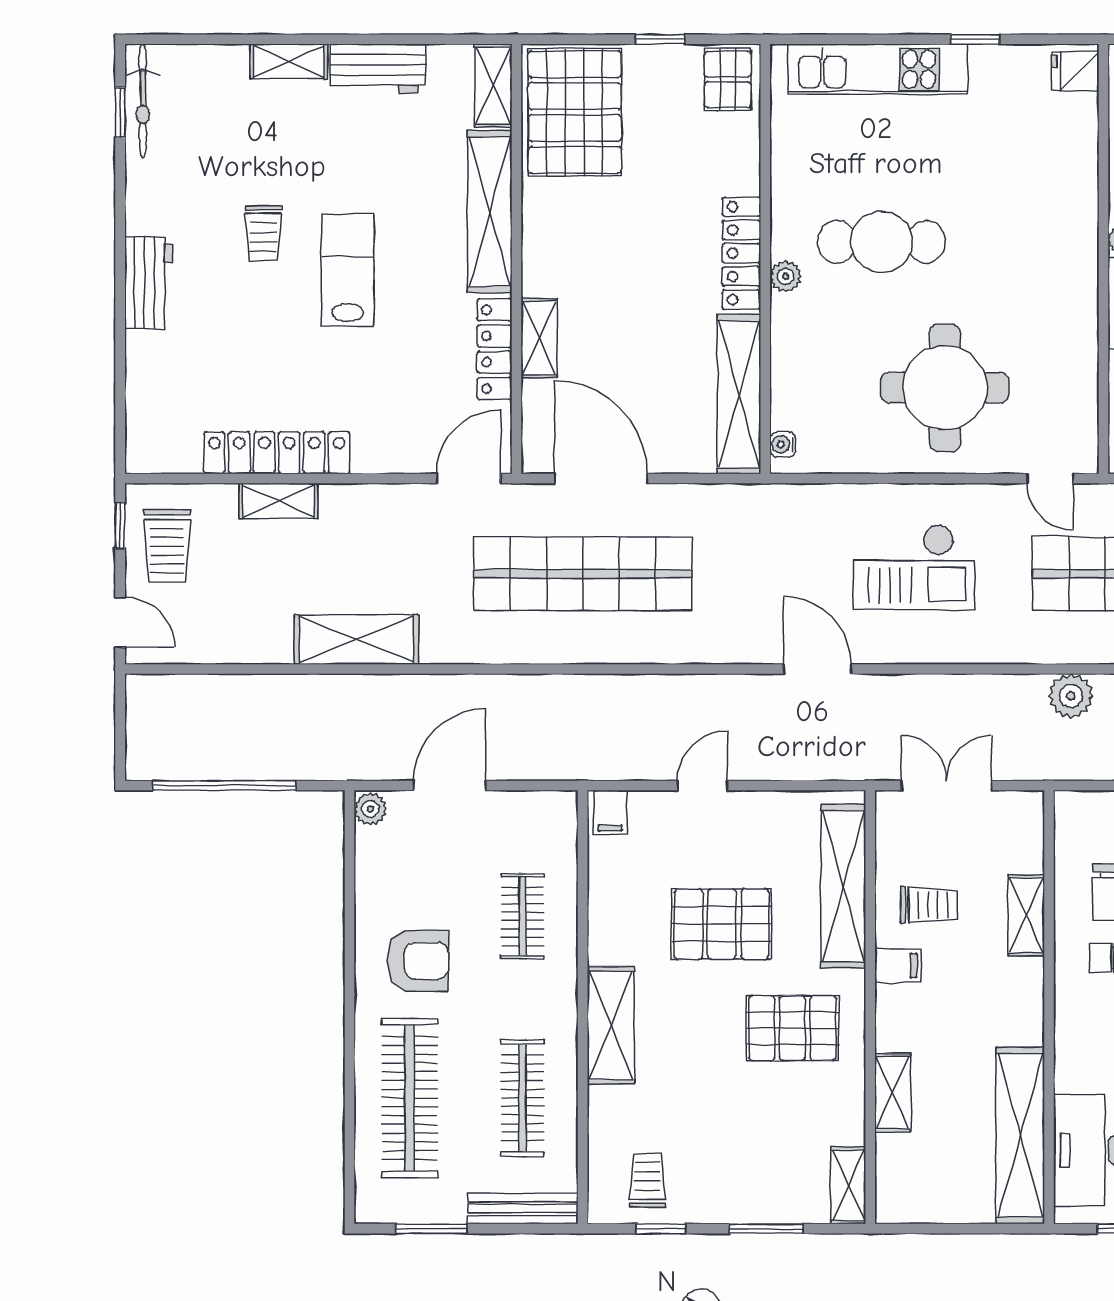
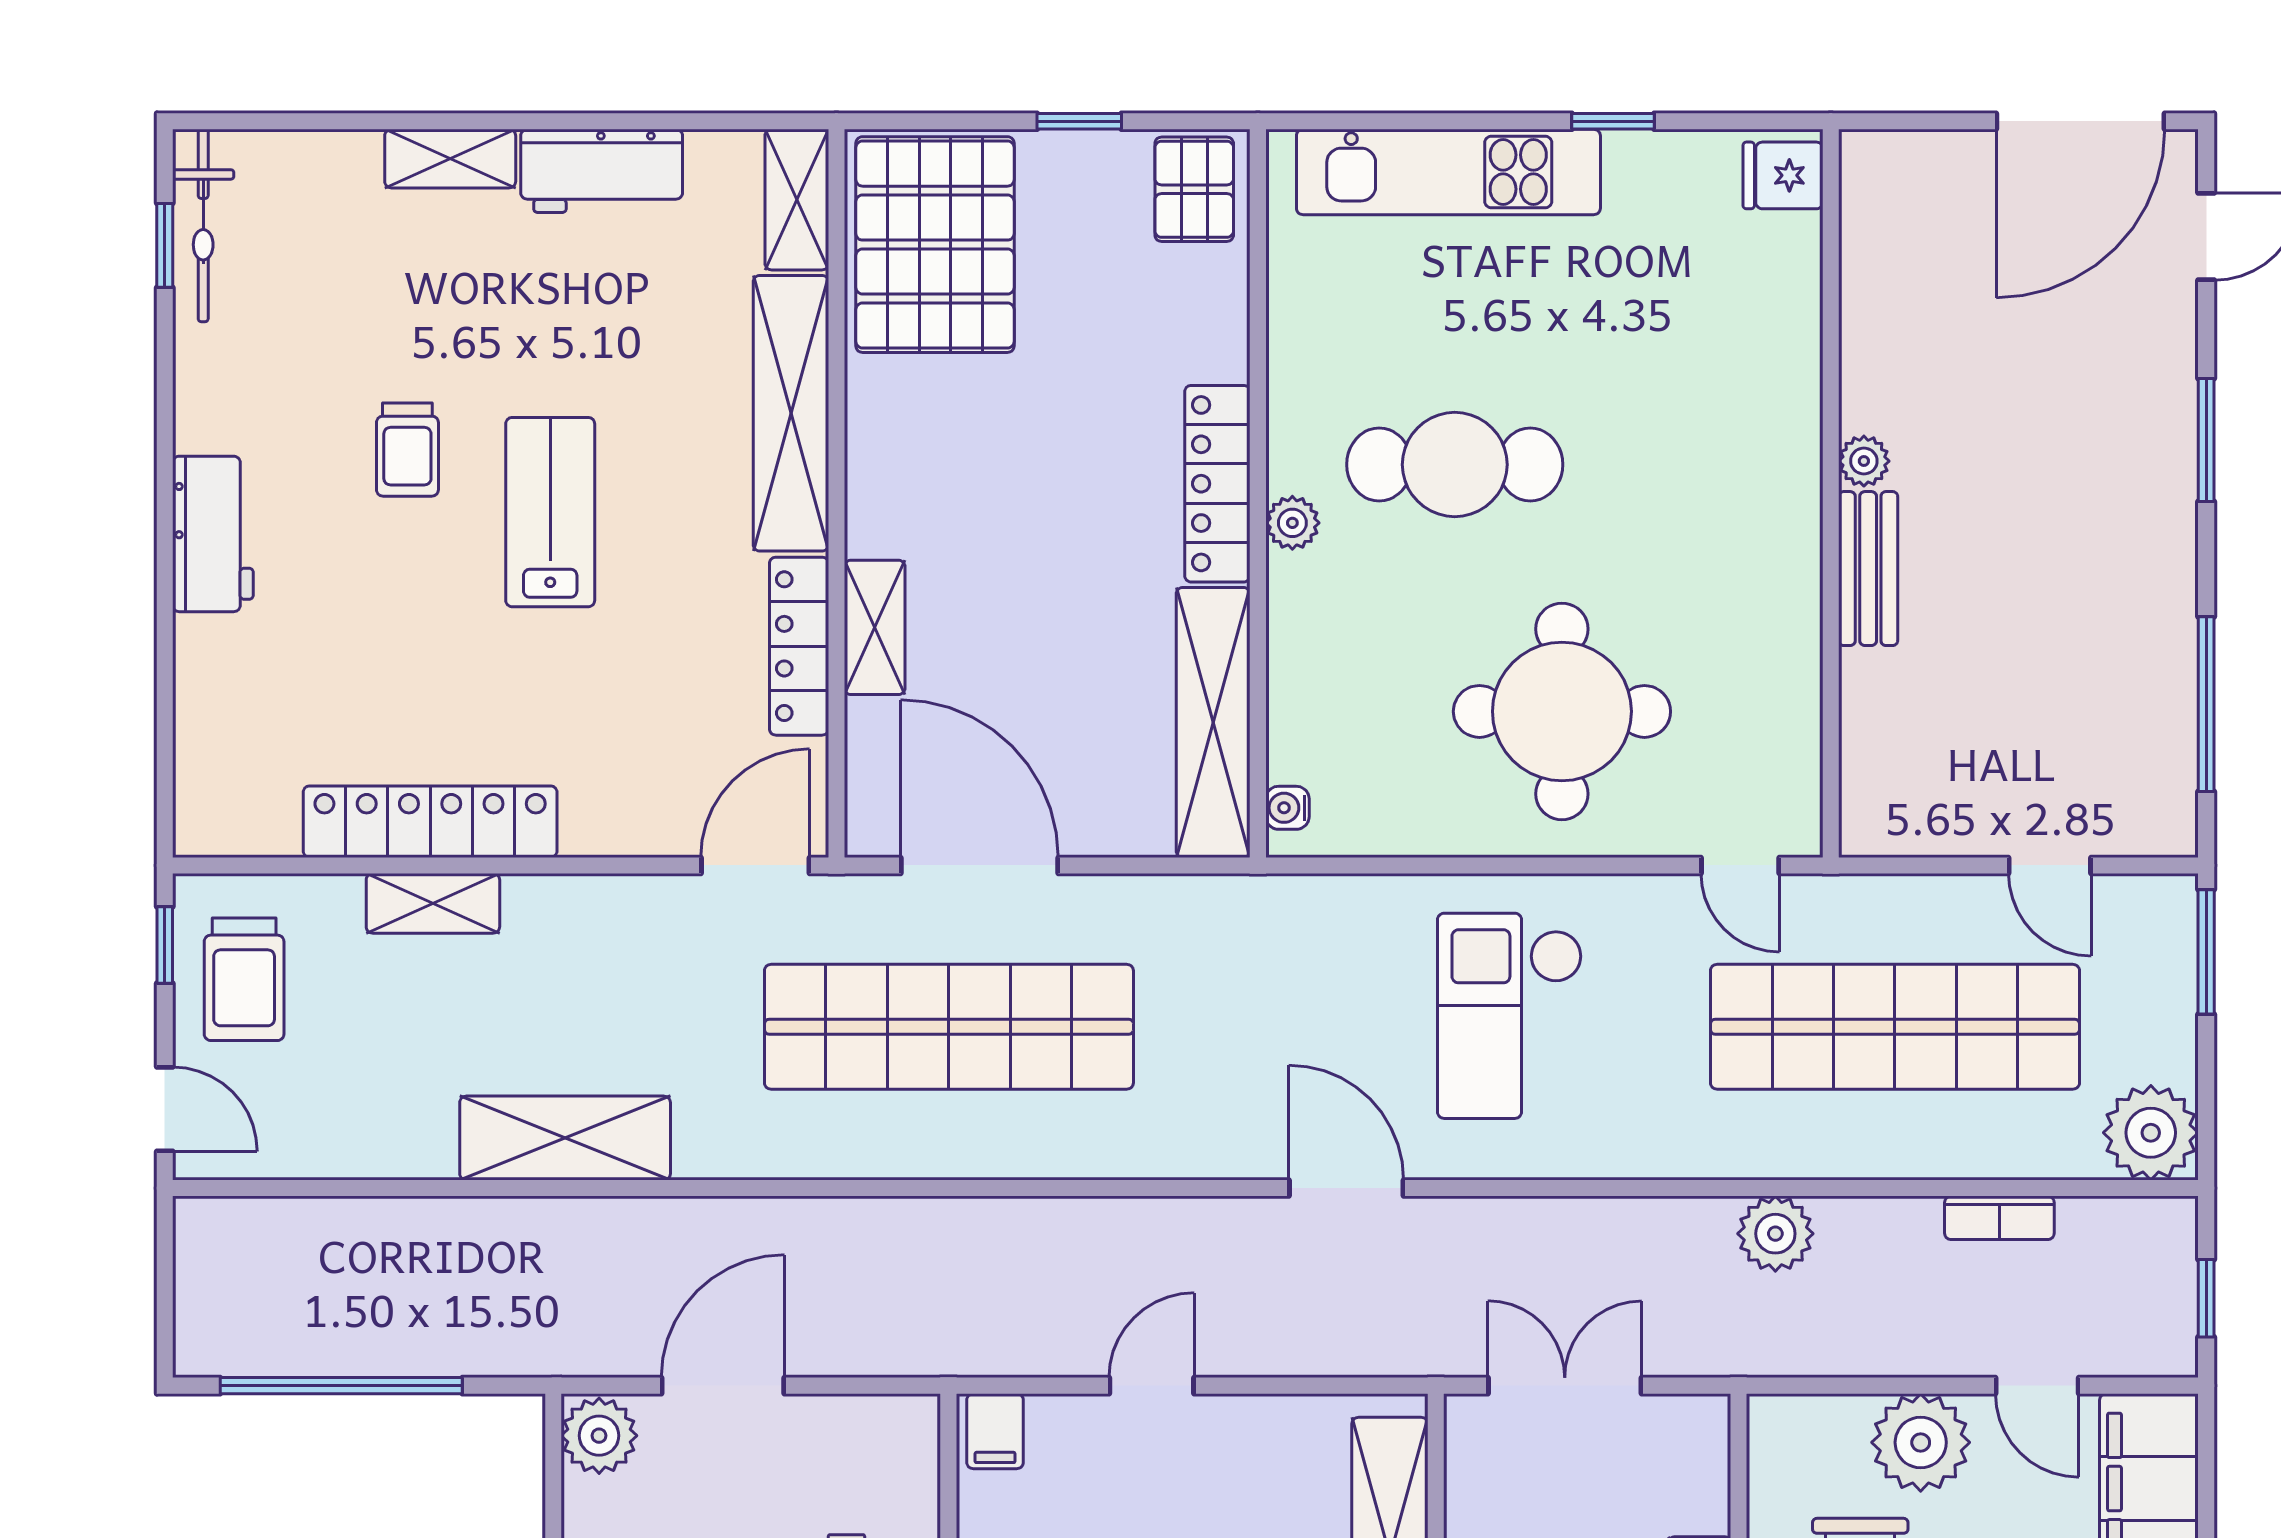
checkout: (914, 567) -> (1510, 1016), turned 90
plant: (370, 809) -> (599, 1436), width x1.38, depth x1.38

